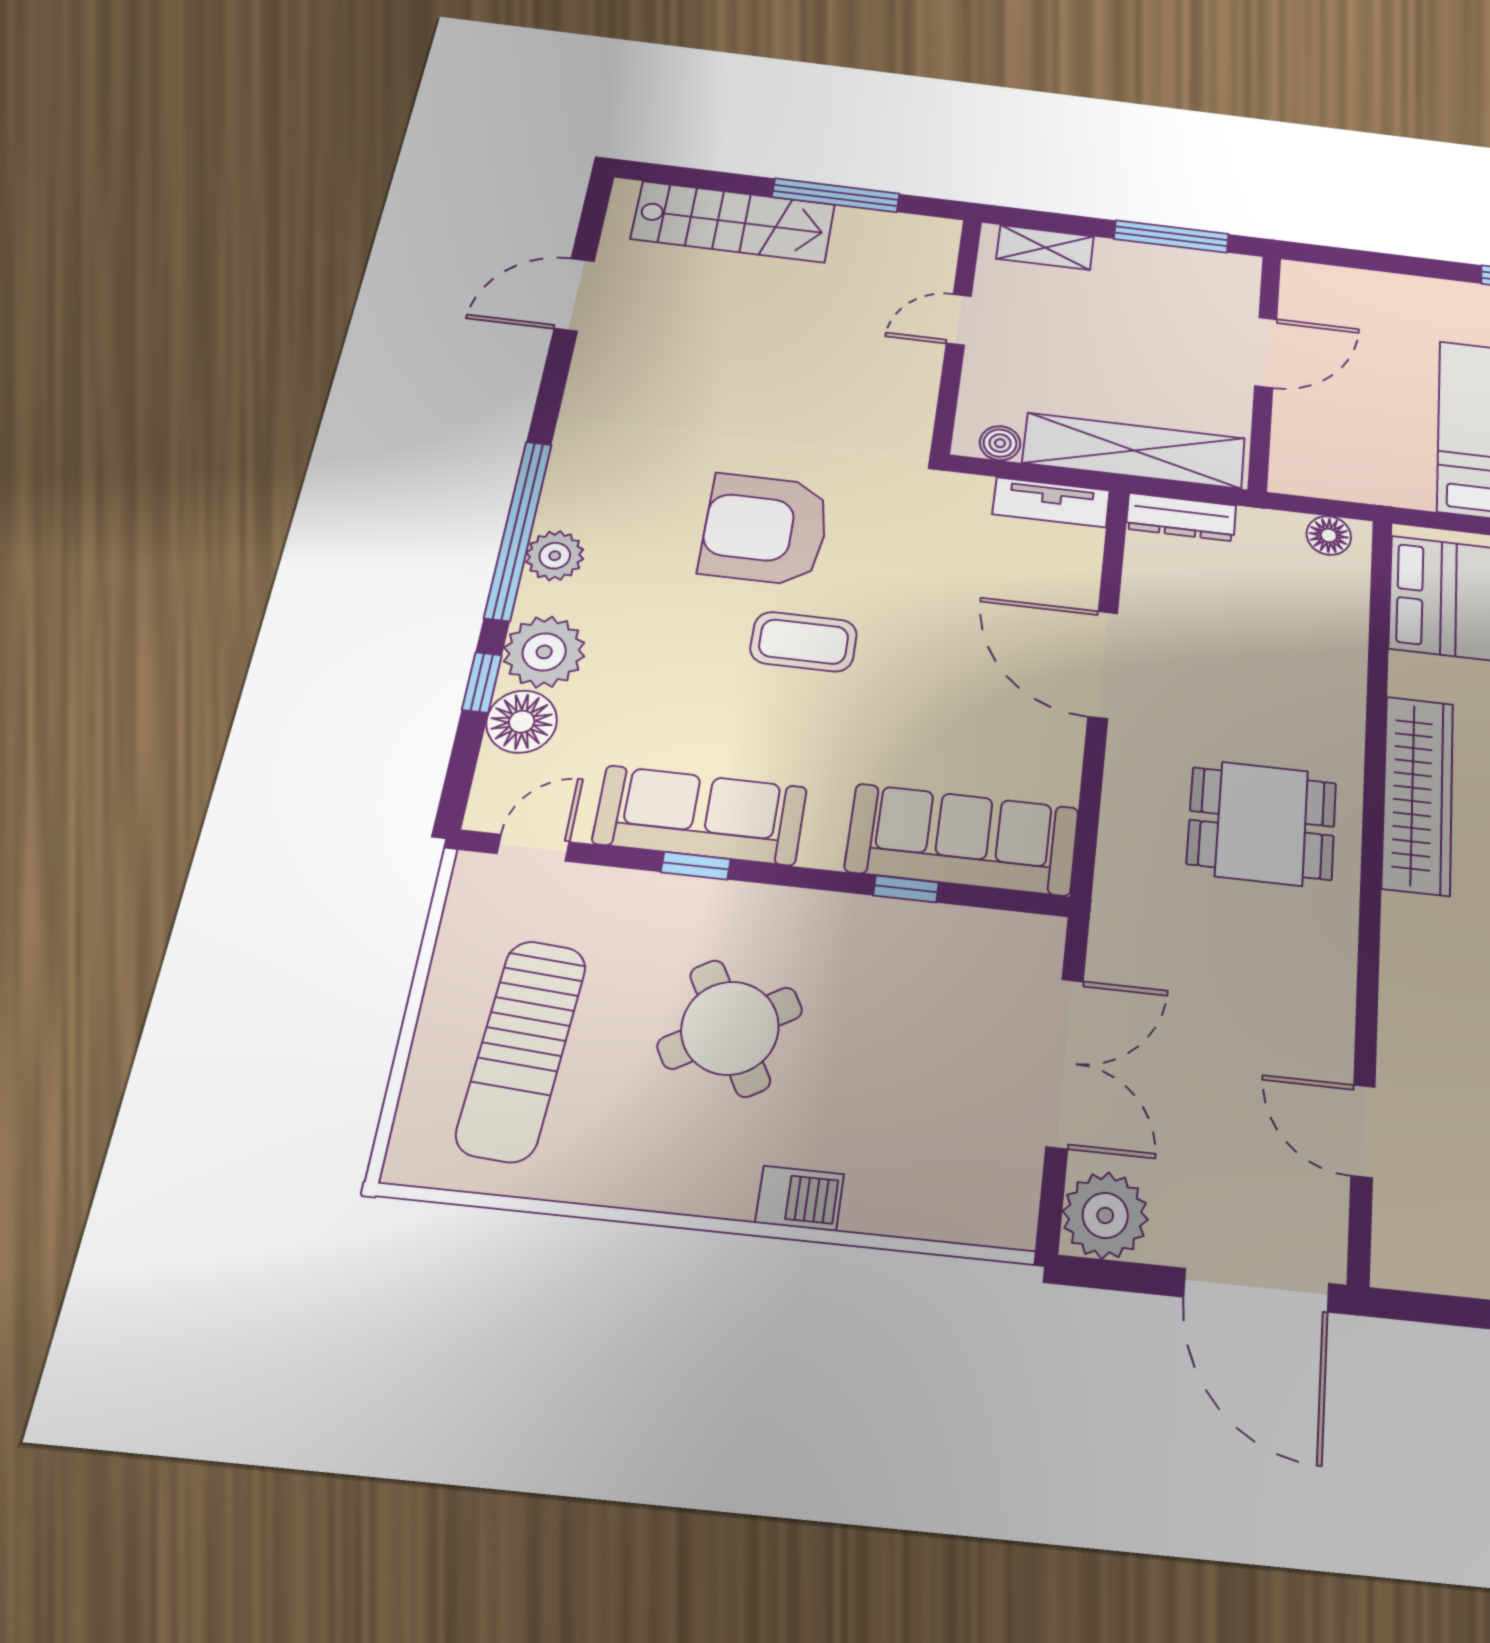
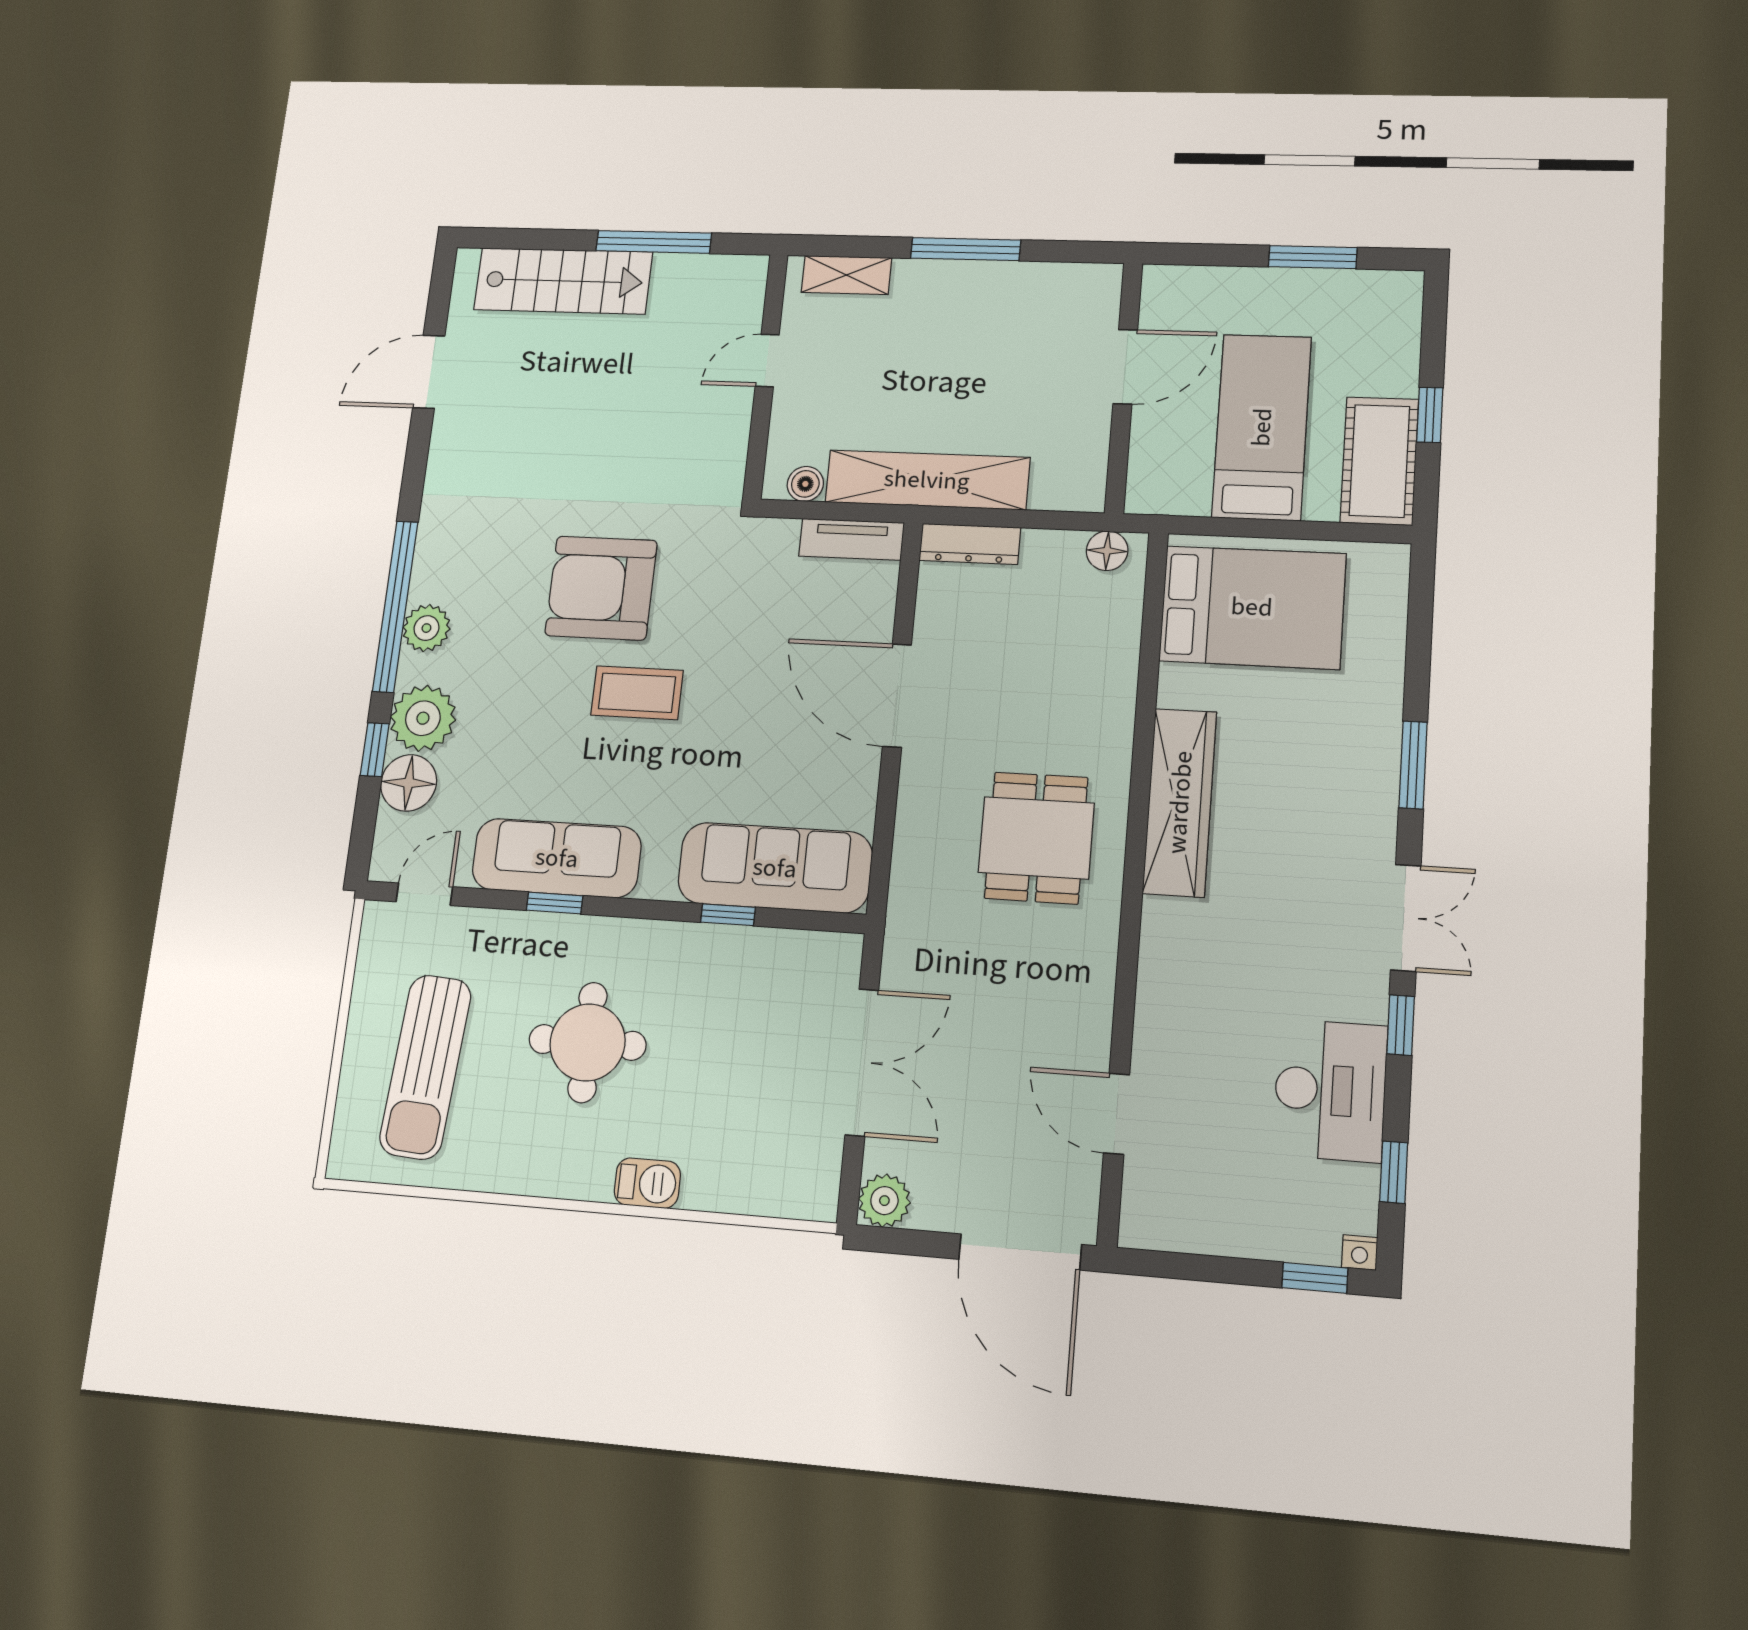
door: (1266, 352) -> (1125, 367), moved
wall: (1265, 371) -> (1124, 387), moved
dining table: (1262, 823) -> (1036, 838), turned 90
round table: (730, 1028) -> (588, 1042), turned 30
plant: (1105, 1215) -> (884, 1201), width x0.73, depth x0.73

